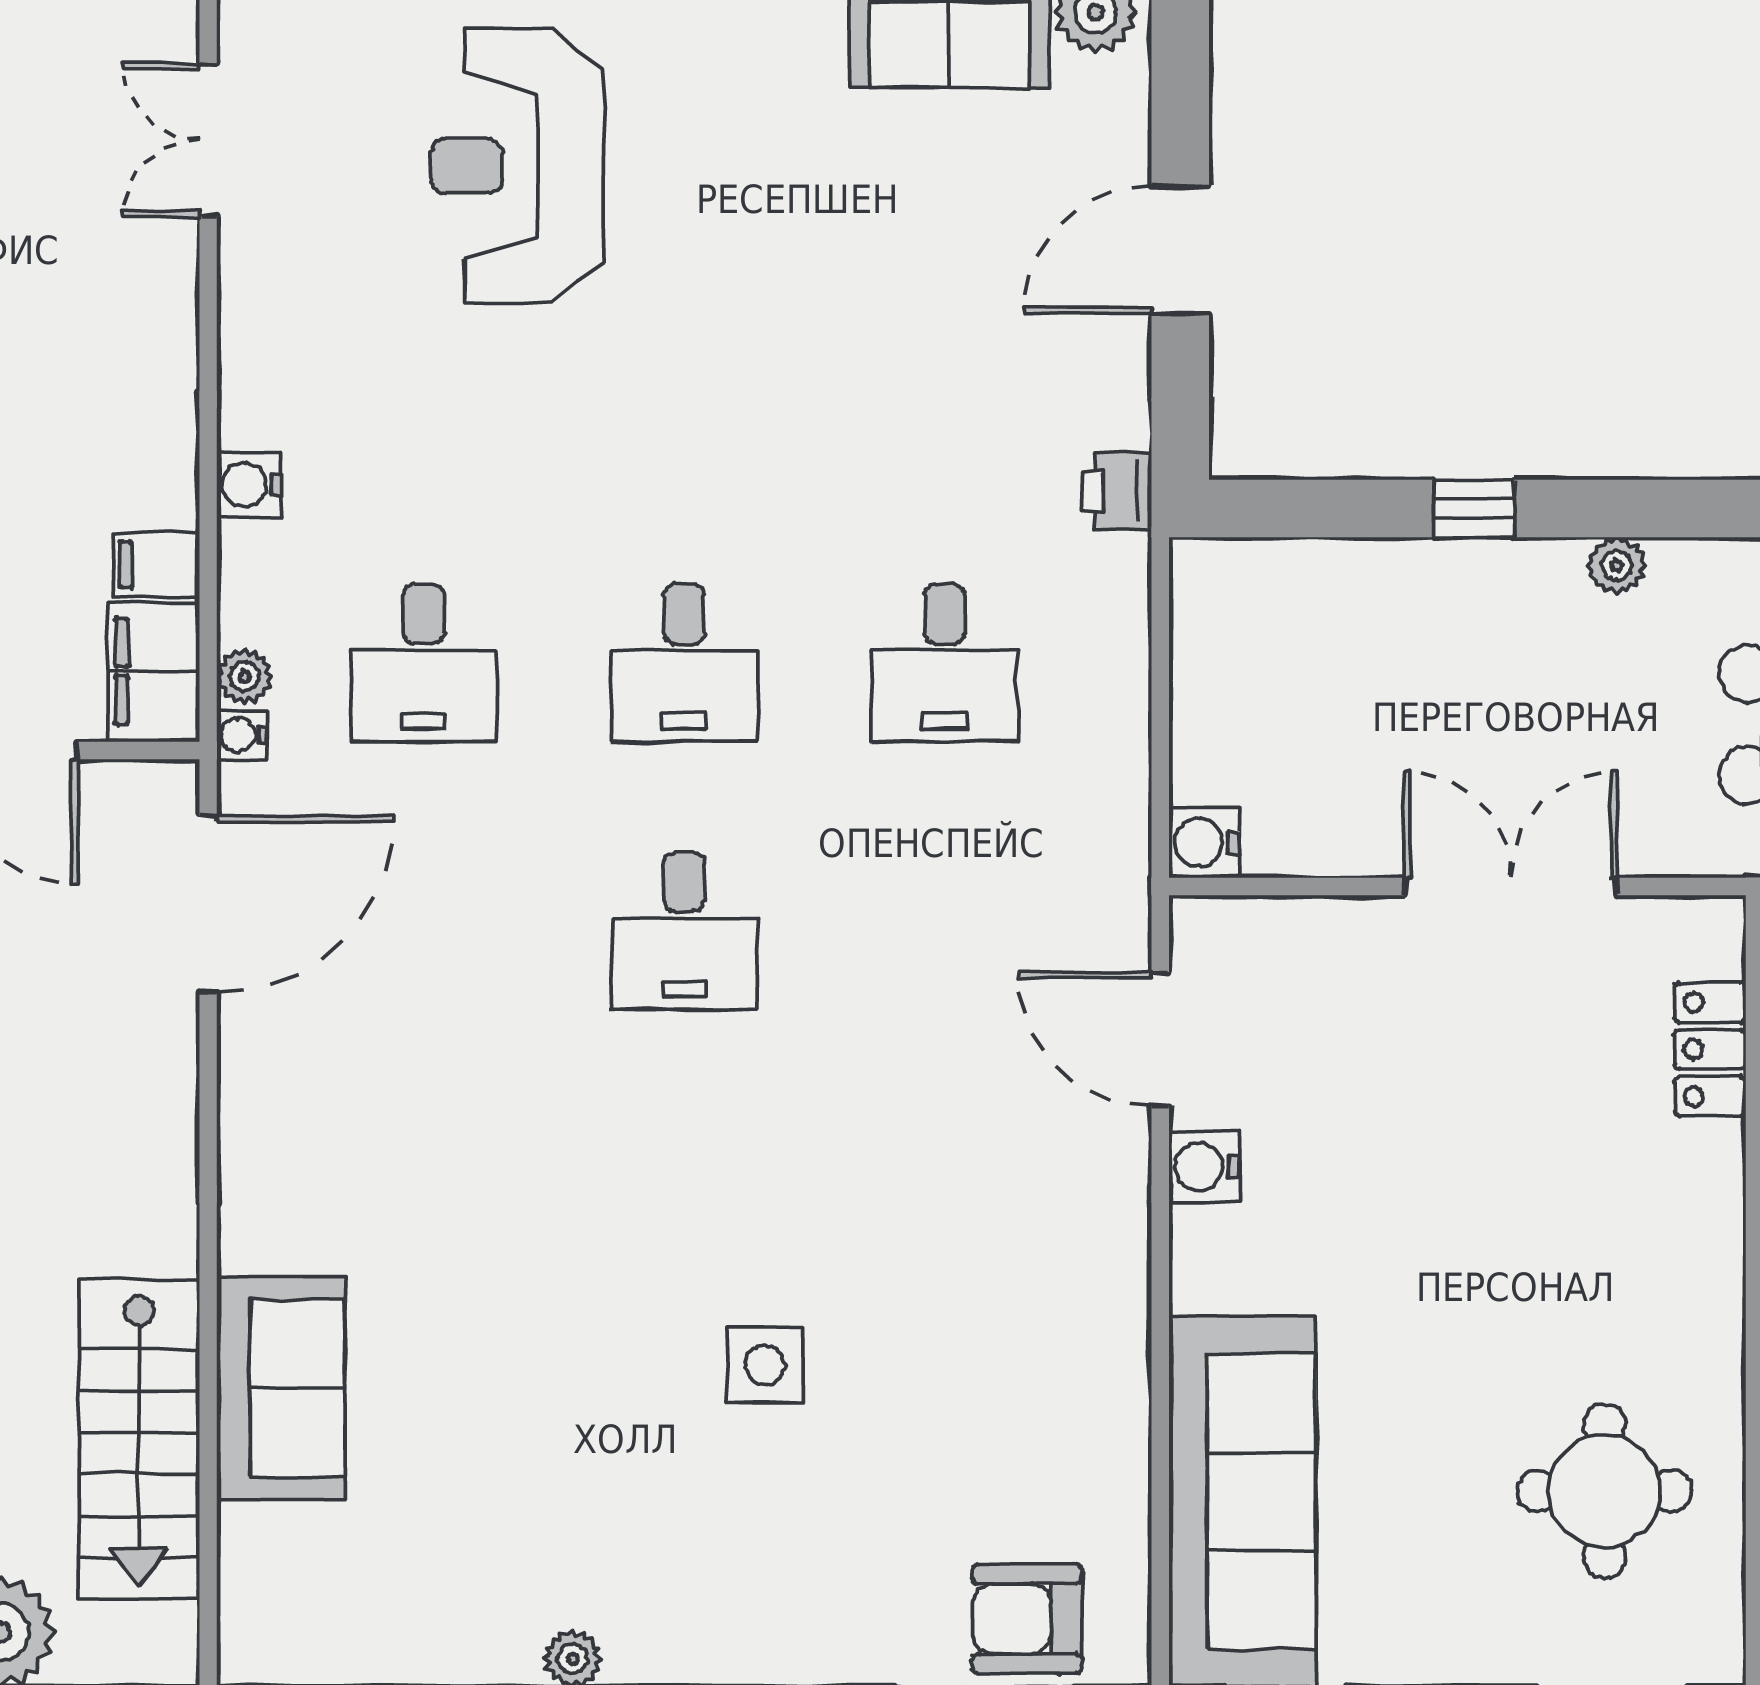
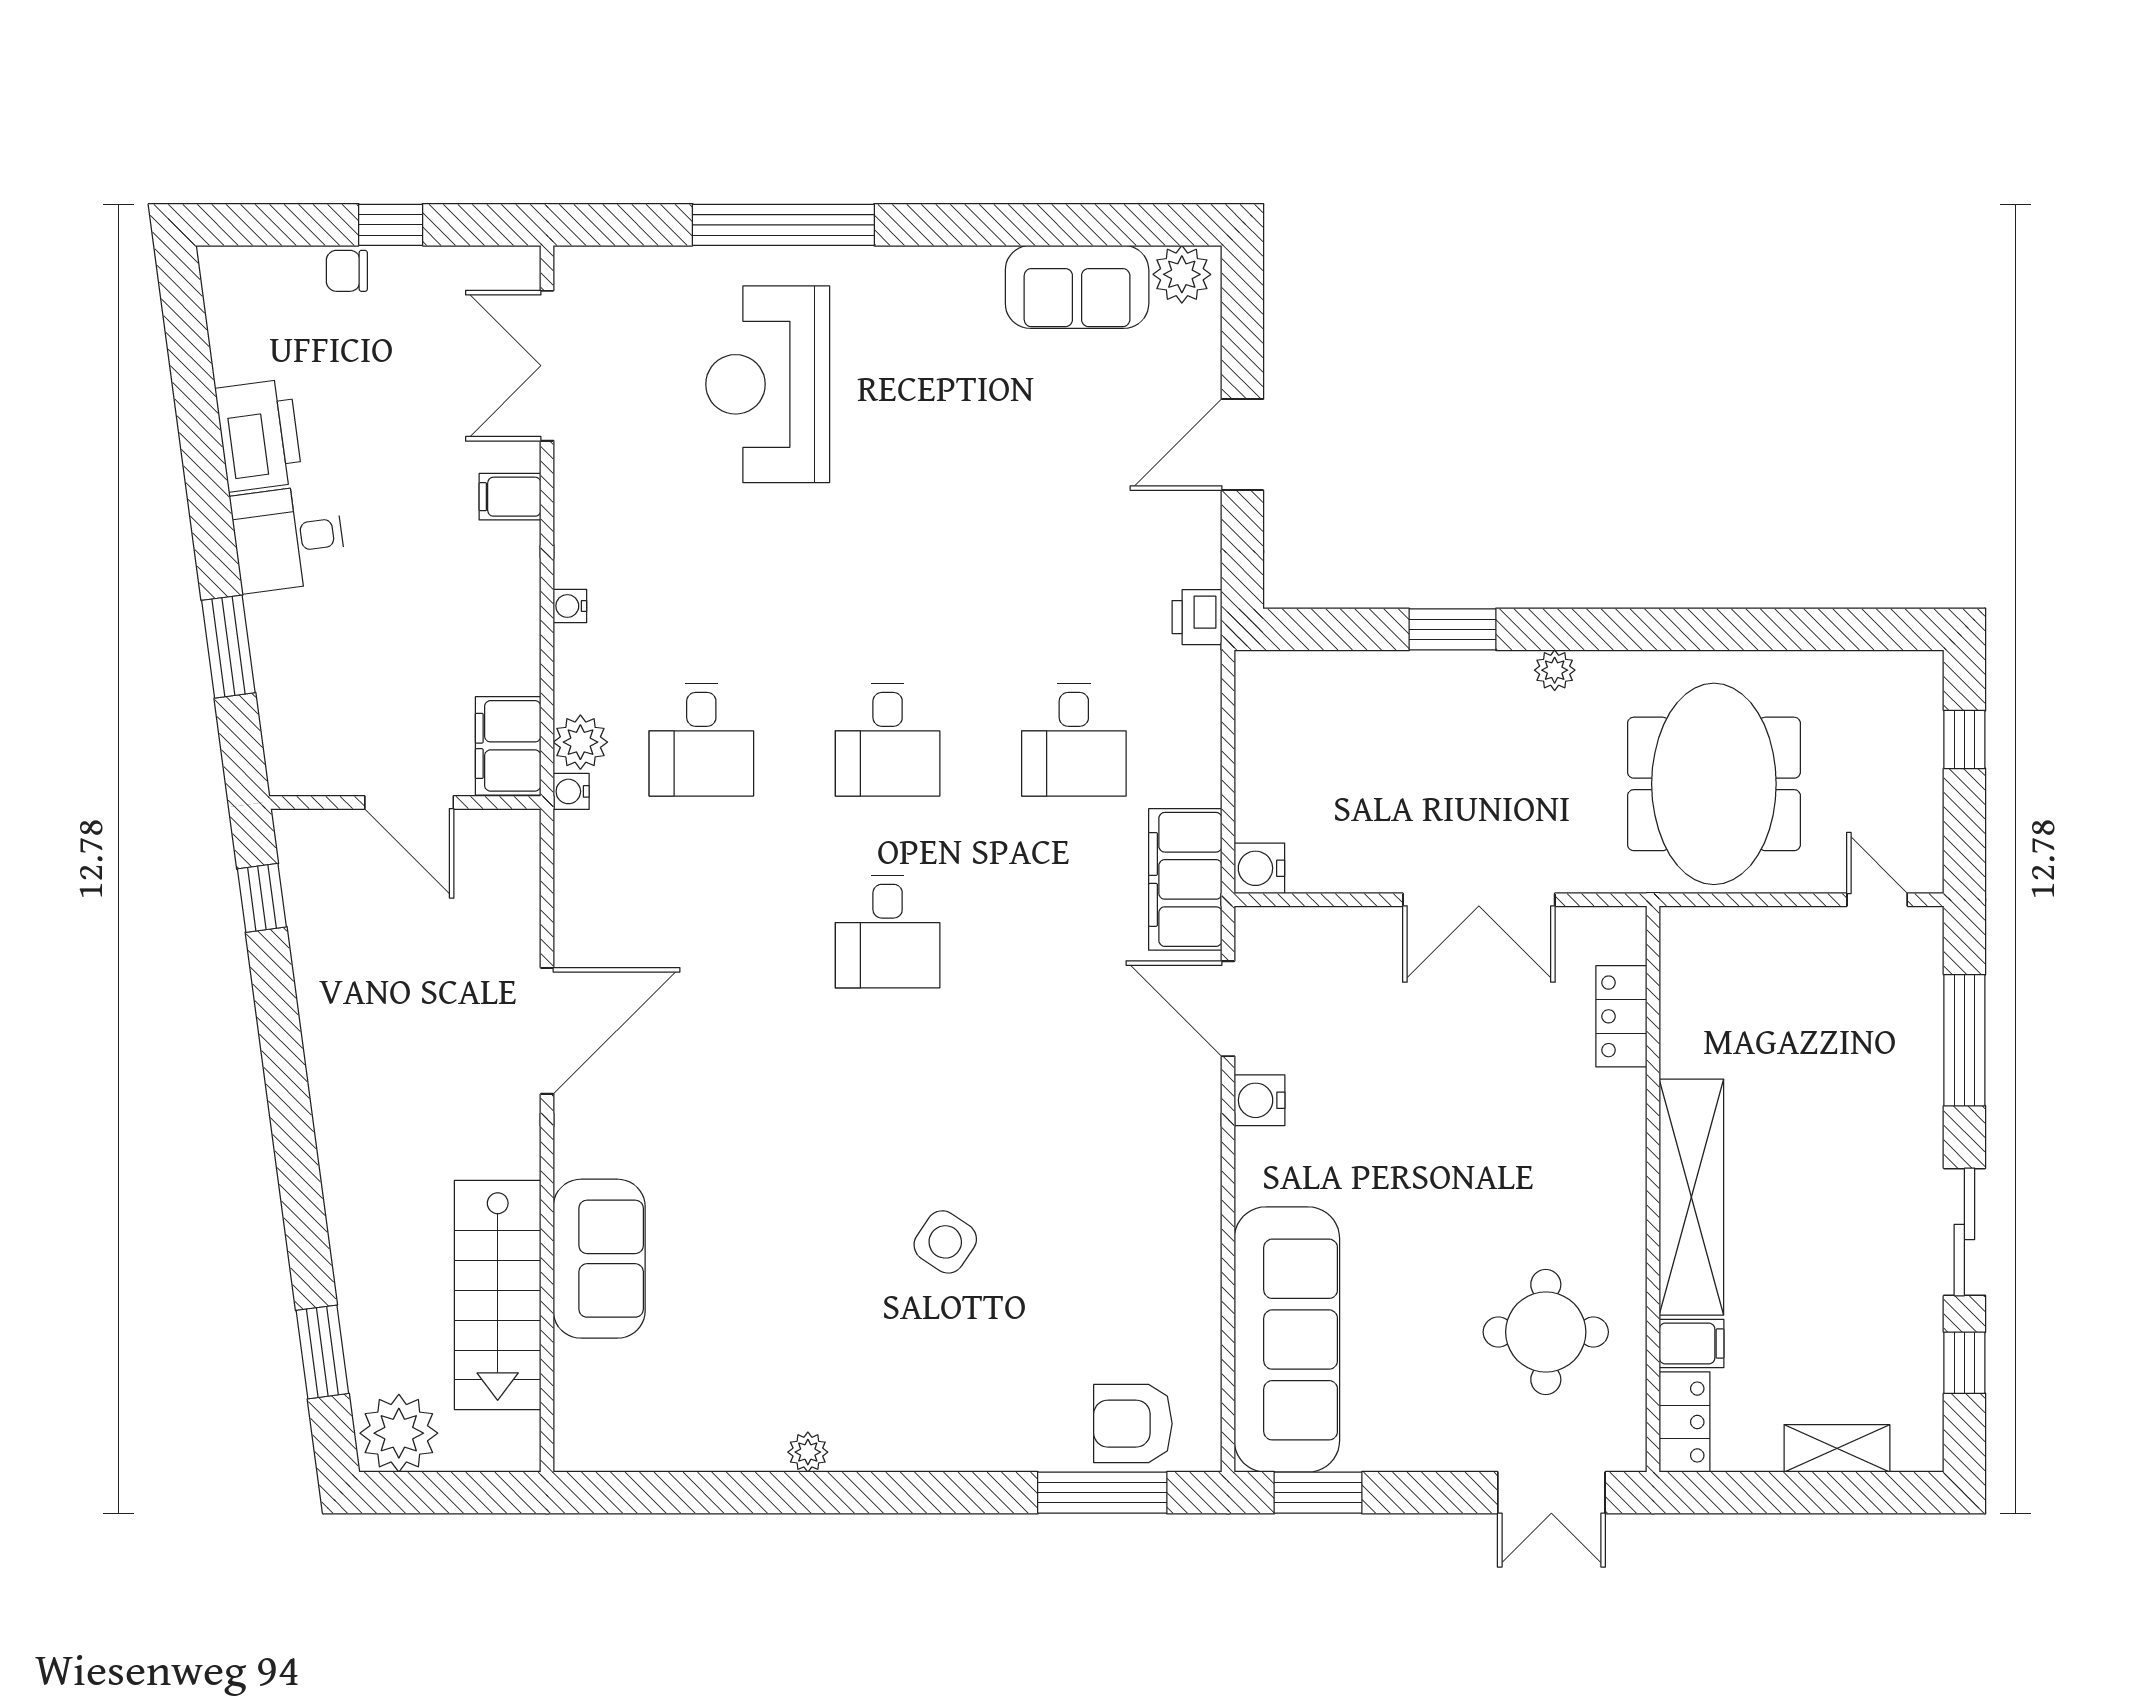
double door: (208, 140) -> (547, 366), width x1.37
water cooler: (249, 485) -> (570, 606), width x0.72, depth x0.72
window: (1474, 508) -> (1453, 629), width x1.50
filing cabinet: (156, 564) -> (510, 497), moved
plant: (244, 676) -> (580, 742), width x1.38, depth x1.38
filing cabinet: (1100, 858) -> (1185, 879), added
double door: (1511, 886) -> (1479, 900), swing flipped
door: (208, 904) -> (547, 1031), moved
side table: (765, 1365) -> (945, 1242), turned 34

